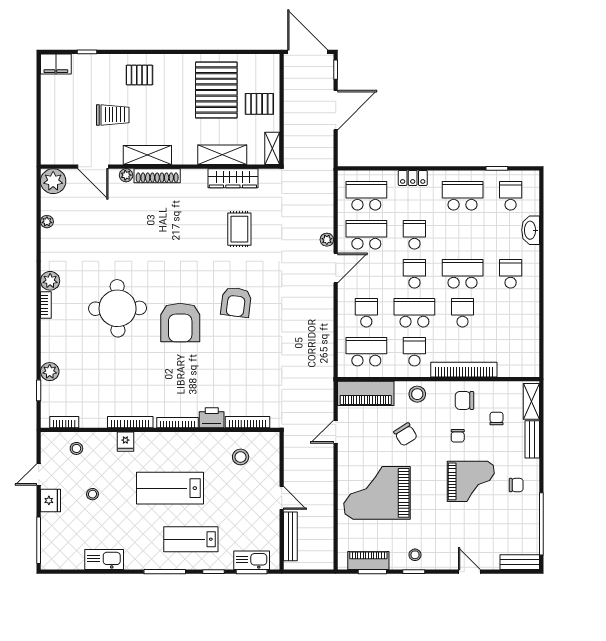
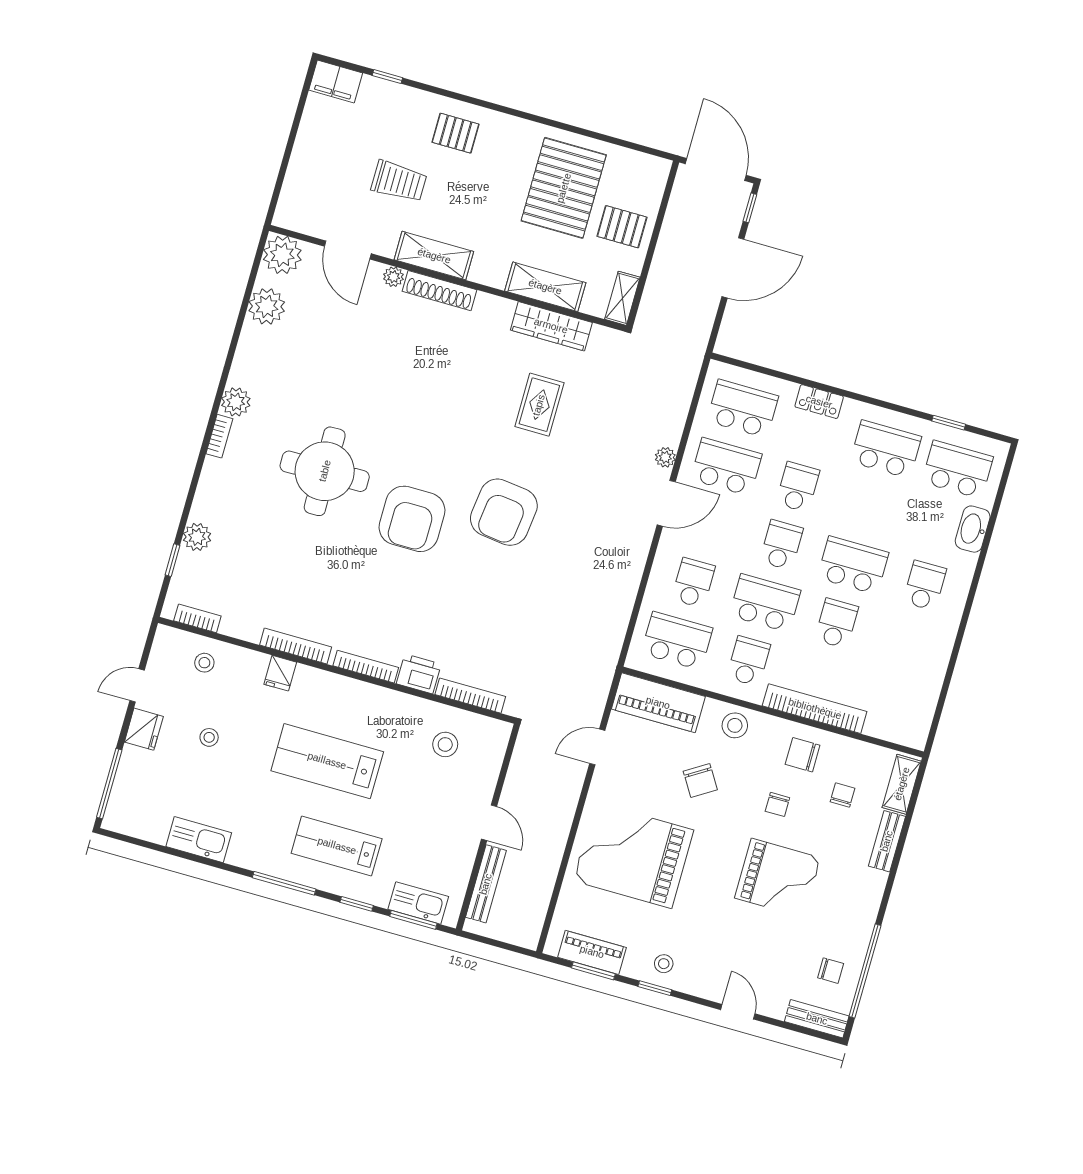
school desk: (511, 196) -> (957, 469), width x1.85
plant: (47, 222) -> (267, 306), width x1.87, depth x1.87
armchair: (236, 302) -> (504, 512), width x1.36, depth x1.36
chair: (516, 485) -> (831, 971), moved

